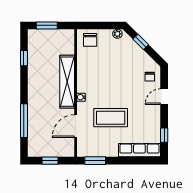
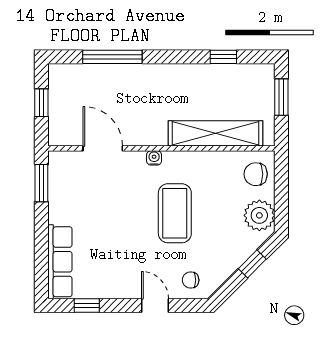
plant: (117, 34) -> (259, 215), width x1.88, depth x1.88
shelving: (67, 82) -> (216, 133), moved
coffee table: (111, 118) -> (175, 213), moved

